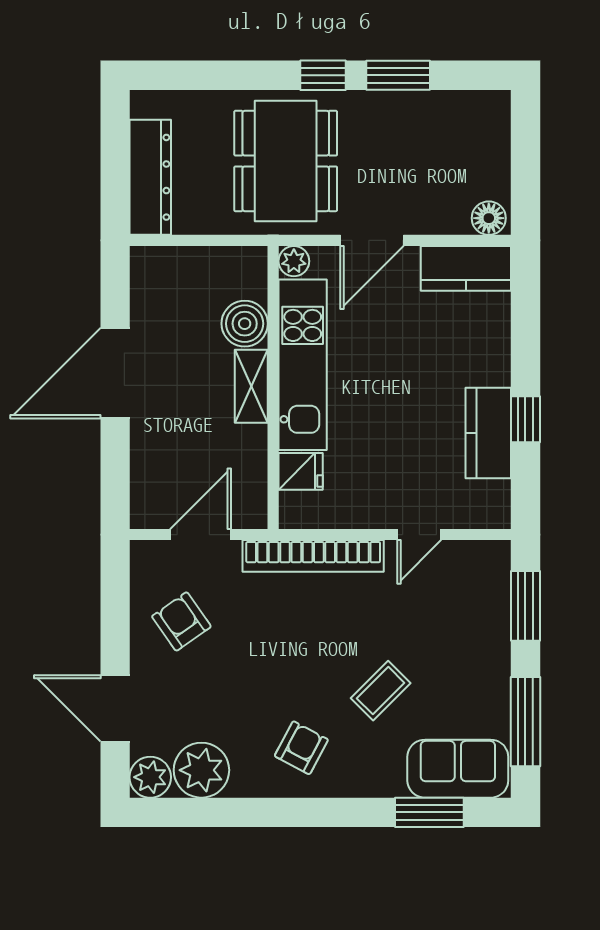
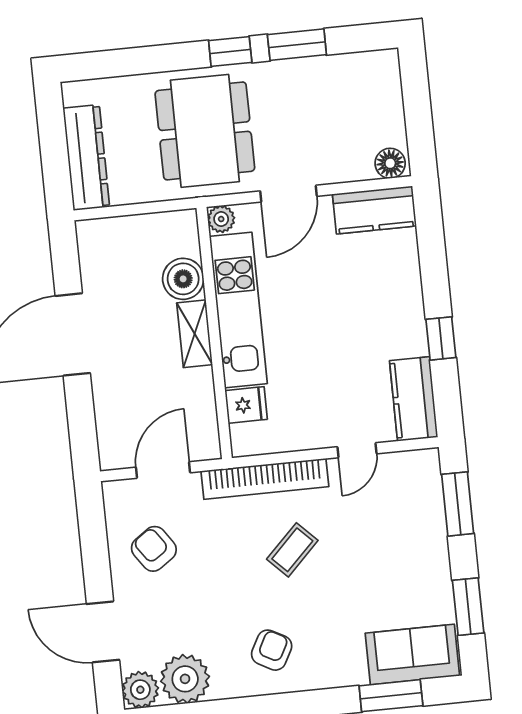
kitchen counter: (488, 433) -> (414, 399), moved
coffee table: (381, 691) -> (292, 550), moved
window: (525, 722) -> (468, 607), width x0.69

